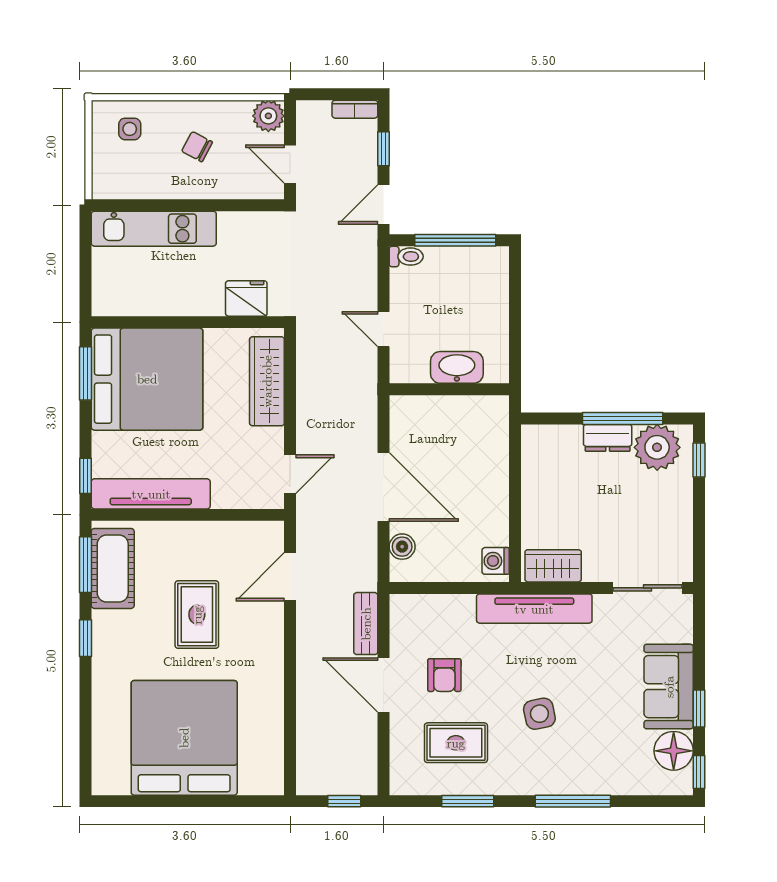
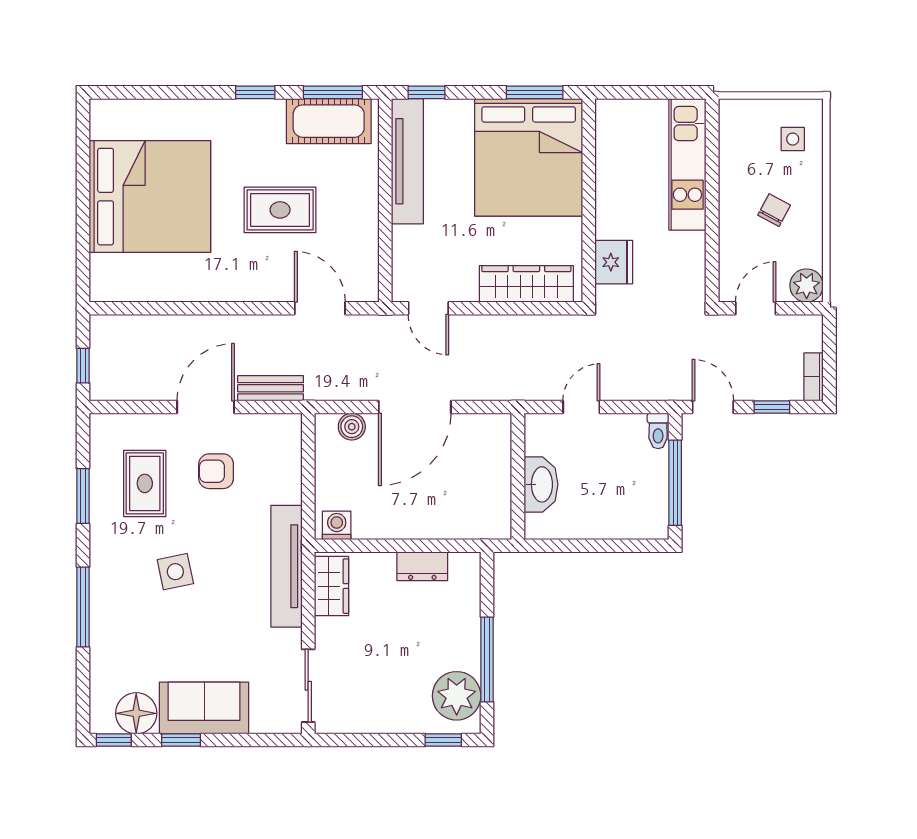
dresser: (608, 438) -> (422, 566), moved, turned -90

